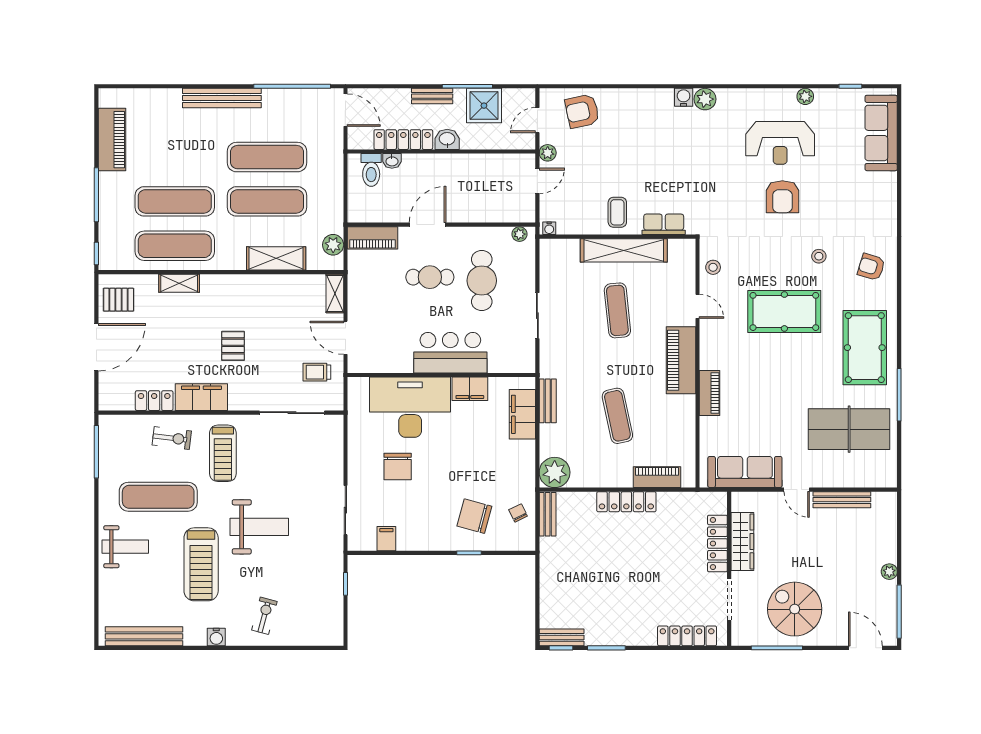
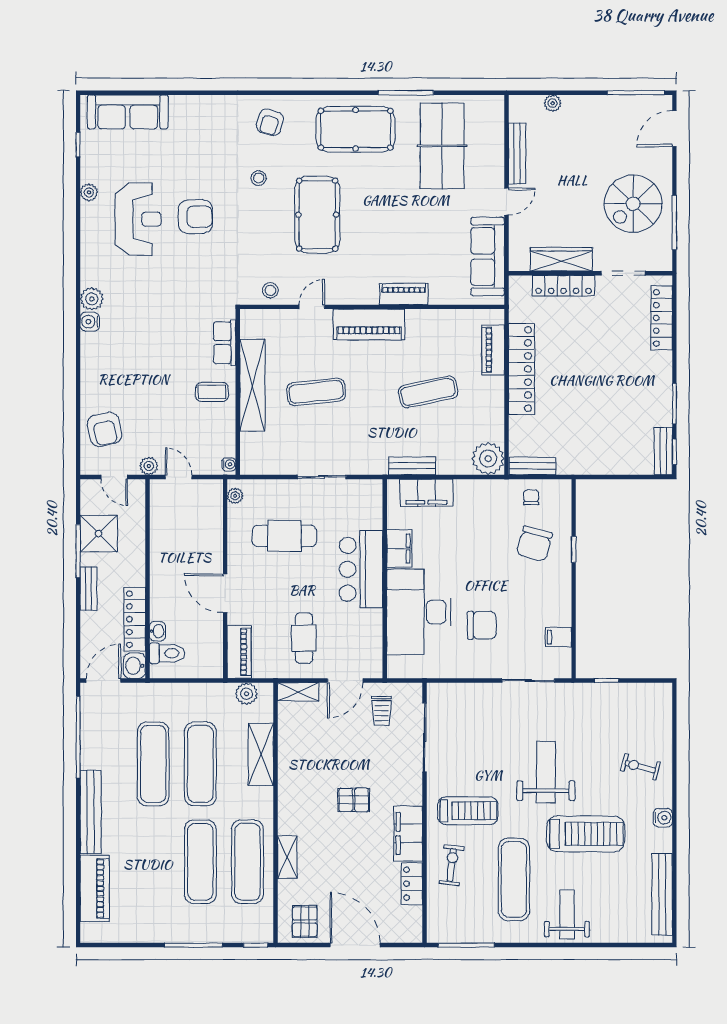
washbasin: (447, 139) -> (135, 666), moved
piano: (112, 140) -> (95, 888), moved, turned 90
cafe table: (430, 277) -> (304, 638), moved
locker: (626, 502) -> (521, 369), width x1.41, depth x1.21
chair: (518, 513) -> (531, 497), turned 116
plant: (889, 572) -> (553, 103), moved

